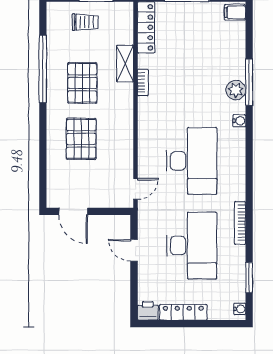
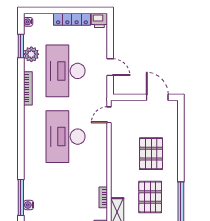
plant: (236, 90) -> (31, 54), moved
water cooler: (239, 121) -> (29, 205), moved

